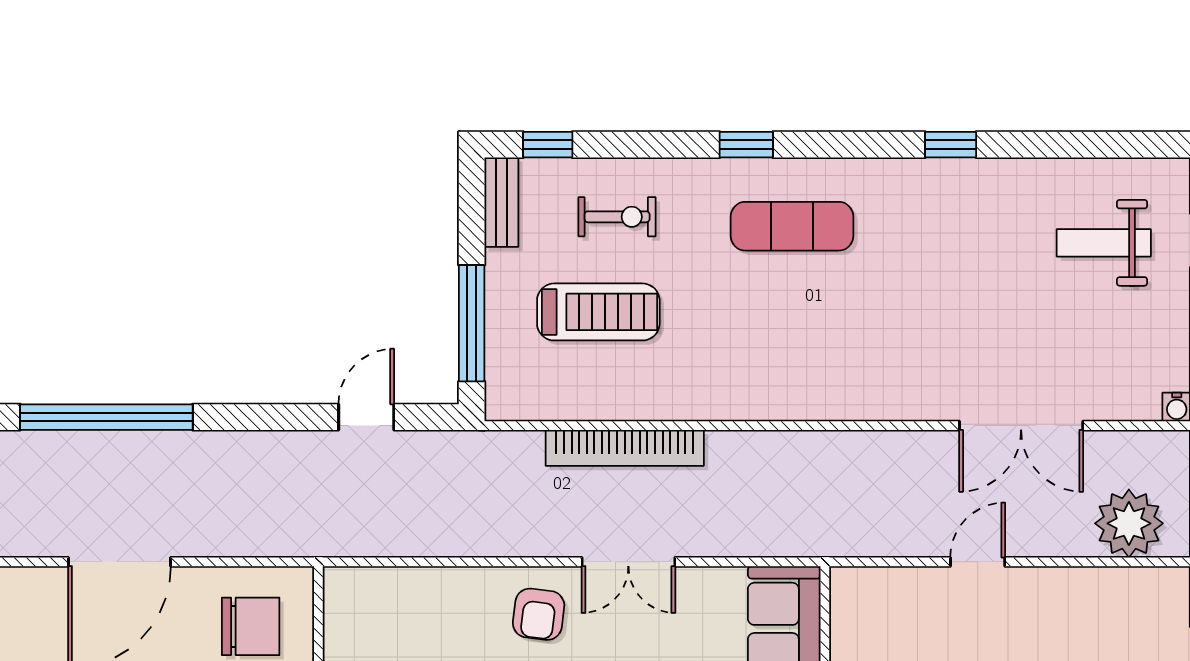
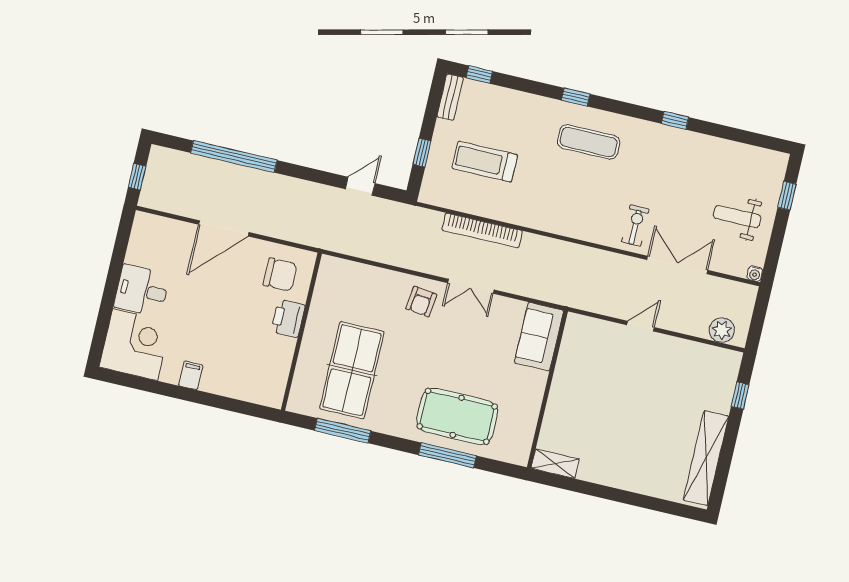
exercise bike: (617, 217) -> (635, 225), moved, turned -90
weight bench: (1104, 243) -> (737, 217), moved
treadmill: (598, 312) -> (485, 162), turned 180
window: (472, 323) -> (422, 153), width x0.46
double door: (1021, 426) -> (677, 265), swing flipped
plant: (1129, 523) -> (722, 330), width x0.73, depth x0.73

